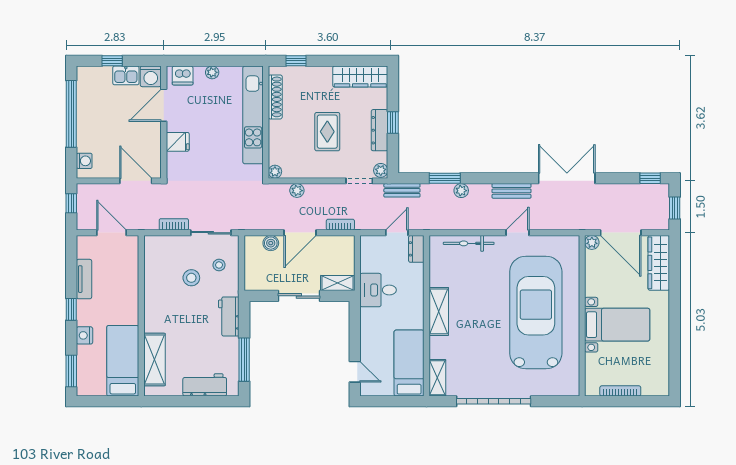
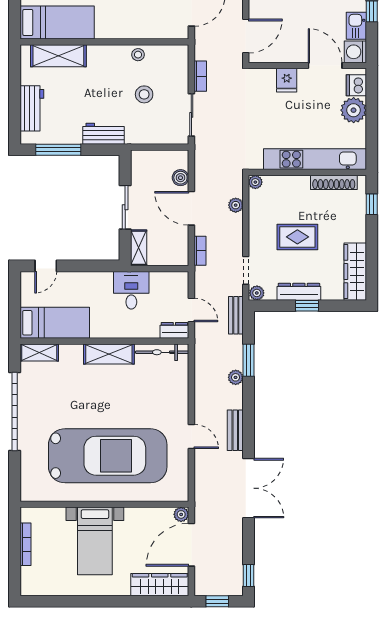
plant: (212, 72) -> (354, 110), width x1.88, depth x1.88
bicycle: (469, 243) -> (162, 352), moved, turned -90
stool: (219, 265) -> (138, 55), moved

